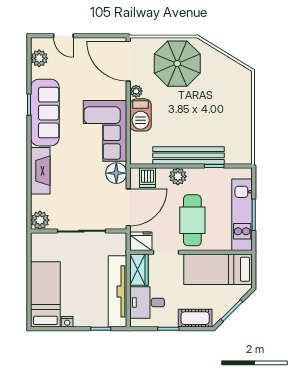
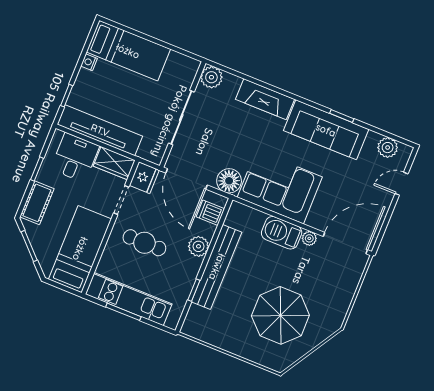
parasol: (177, 64) -> (280, 315), moved
cafe table: (192, 220) -> (144, 243), width x0.73, depth x0.74

